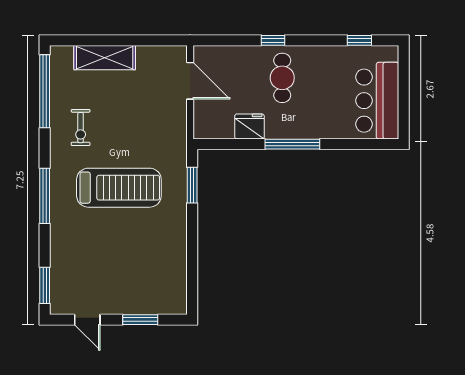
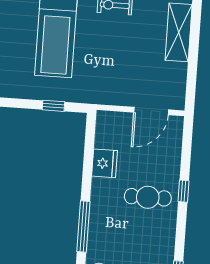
window: (292, 144) -> (83, 226), moved
window: (192, 185) -> (53, 106), width x0.67

